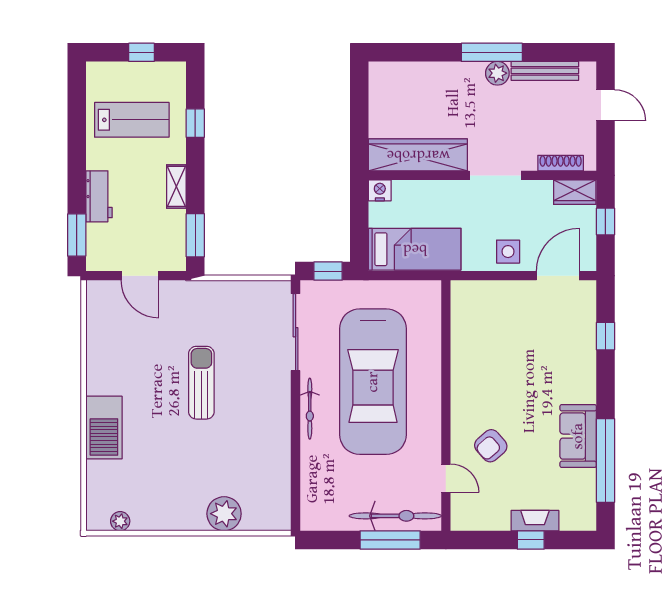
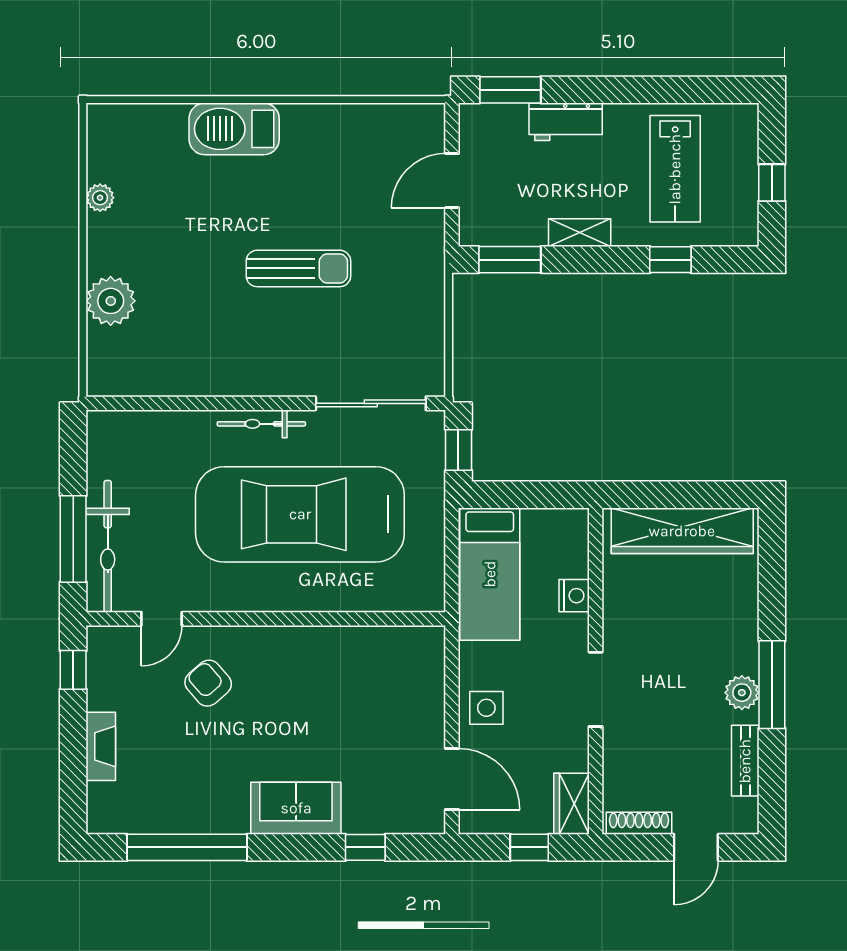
bench: (545, 71) -> (745, 761), width x0.73
wardrobe: (418, 155) -> (682, 531), moved, turned 90
shoe rack: (561, 163) -> (639, 823), moved, turned -90
nightstand: (380, 190) -> (574, 596), moved
sofa: (578, 436) -> (296, 808), moved
plant: (120, 521) -> (100, 198), moved
window: (531, 540) -> (73, 670), moved

